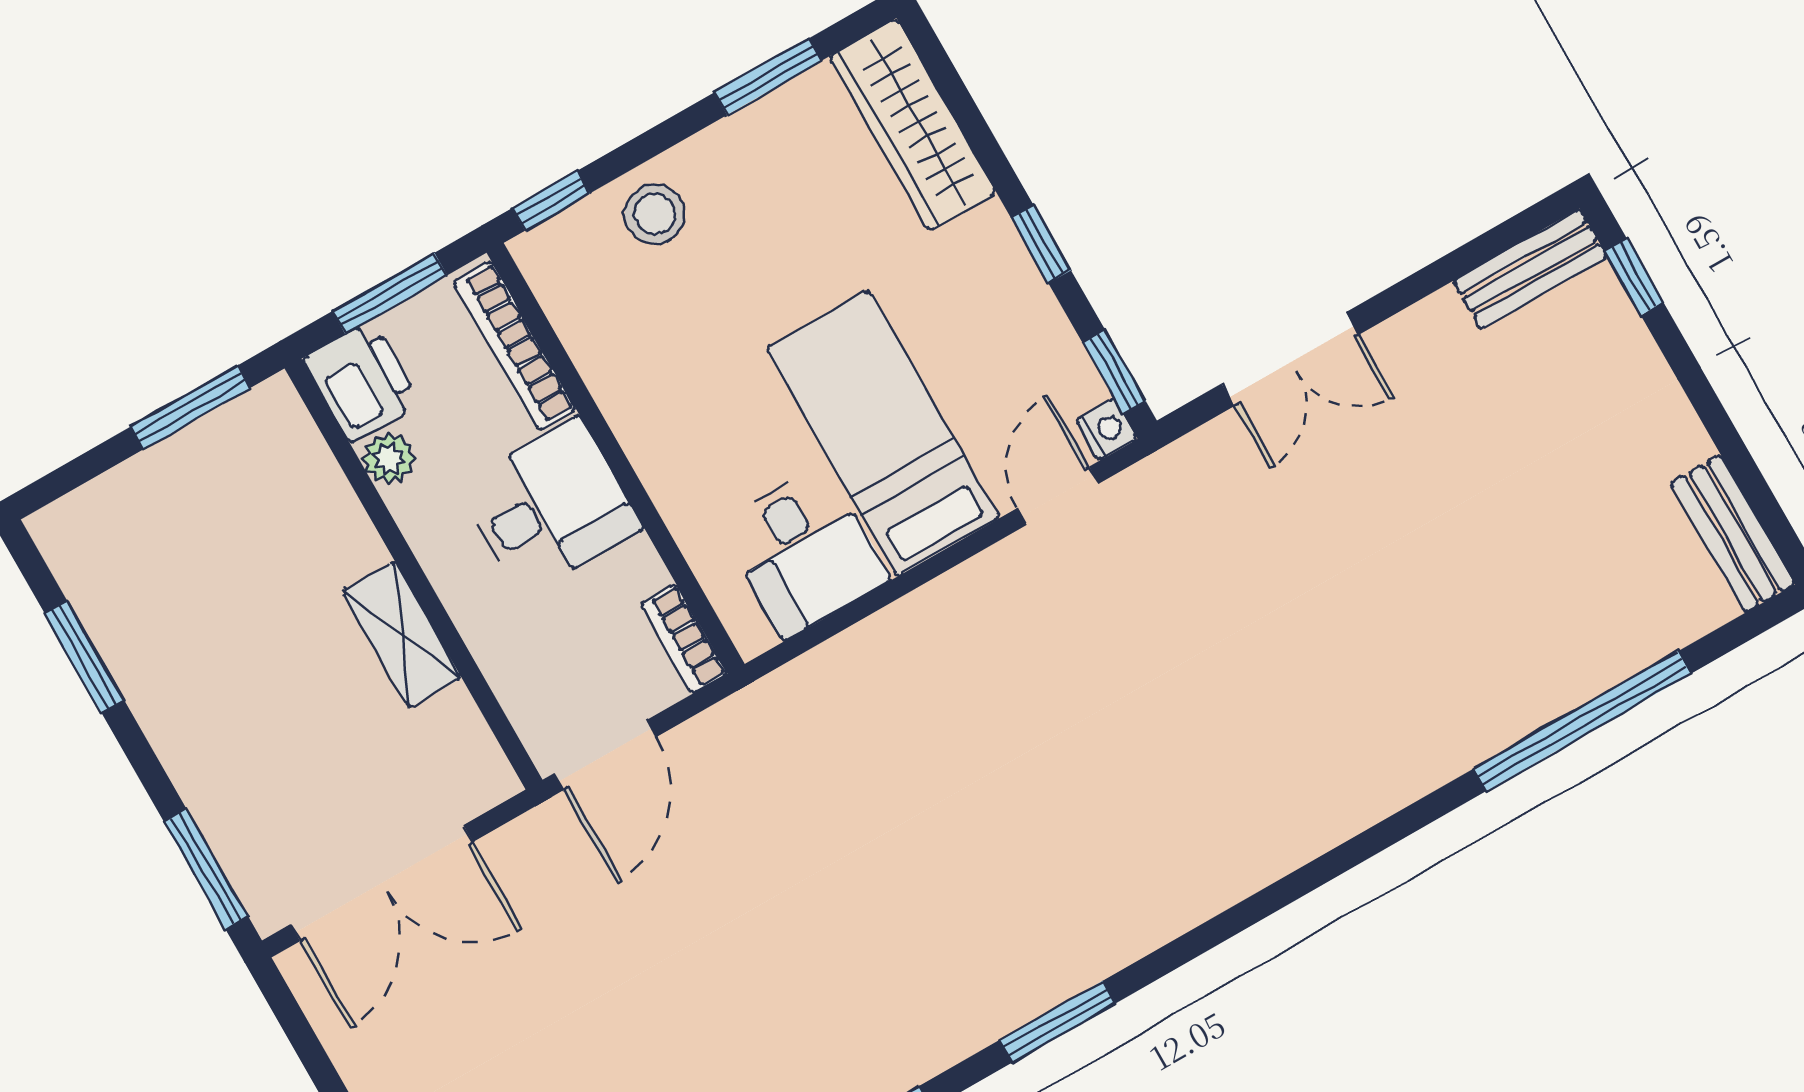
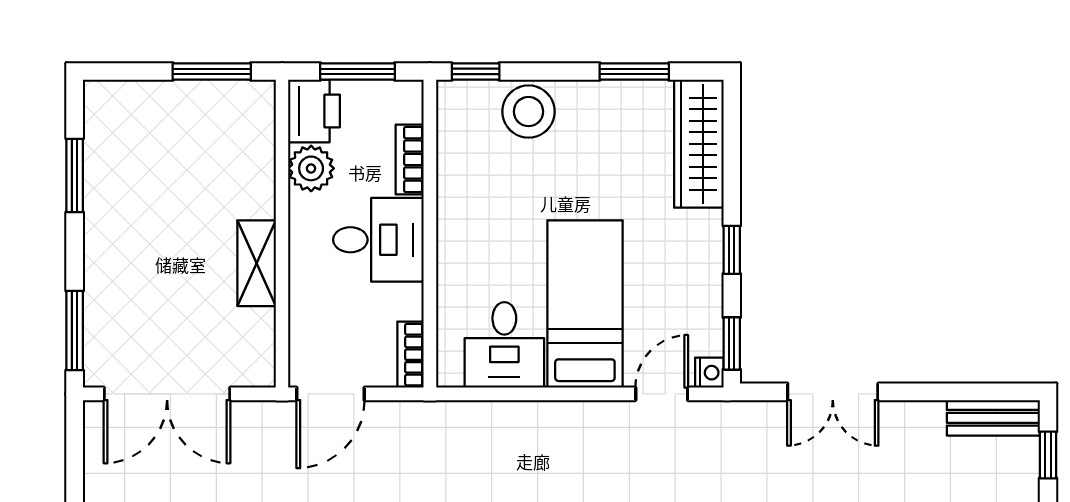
stool: (655, 214) -> (529, 112), width x1.38, depth x1.38
bookcase: (515, 346) -> (410, 159), width x0.64
plant: (389, 459) -> (311, 168), width x1.38, depth x1.38

